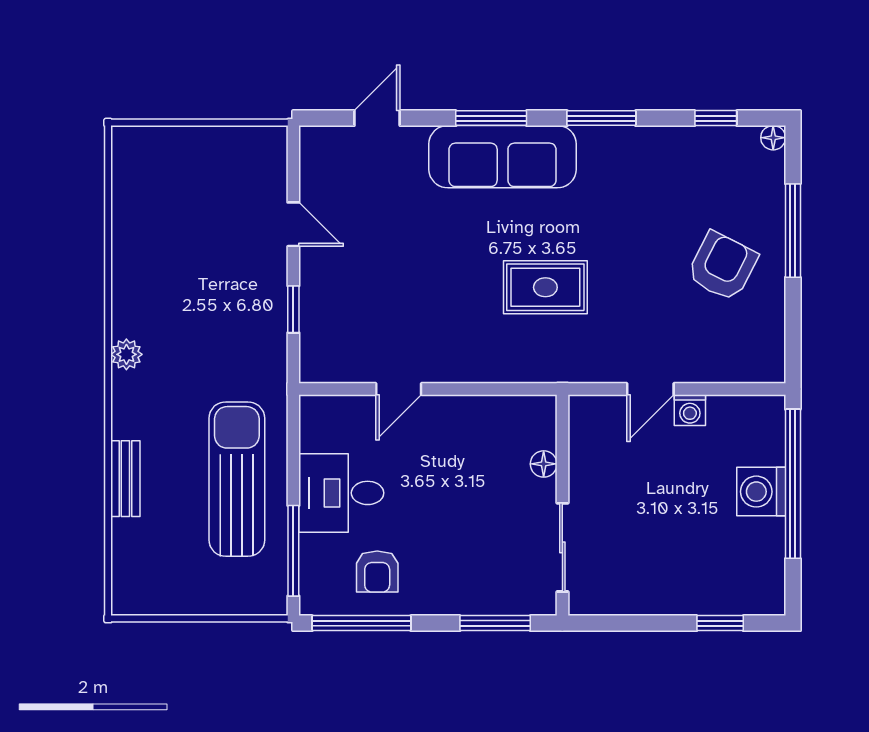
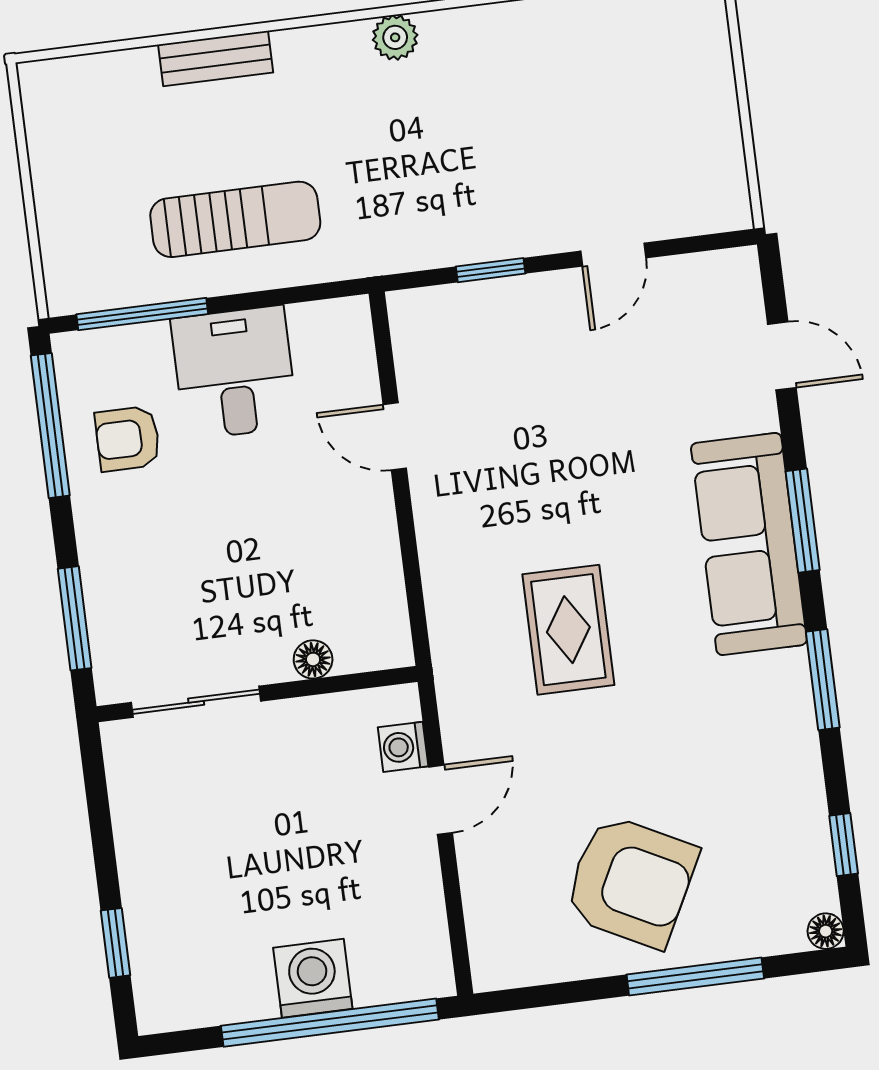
armchair: (722, 266) -> (631, 881), width x1.36, depth x1.36
door: (650, 389) -> (441, 800), swing flipped
washing machine: (690, 410) -> (403, 747), moved
sun lounger: (237, 479) -> (235, 219), width x0.73, depth x0.75

